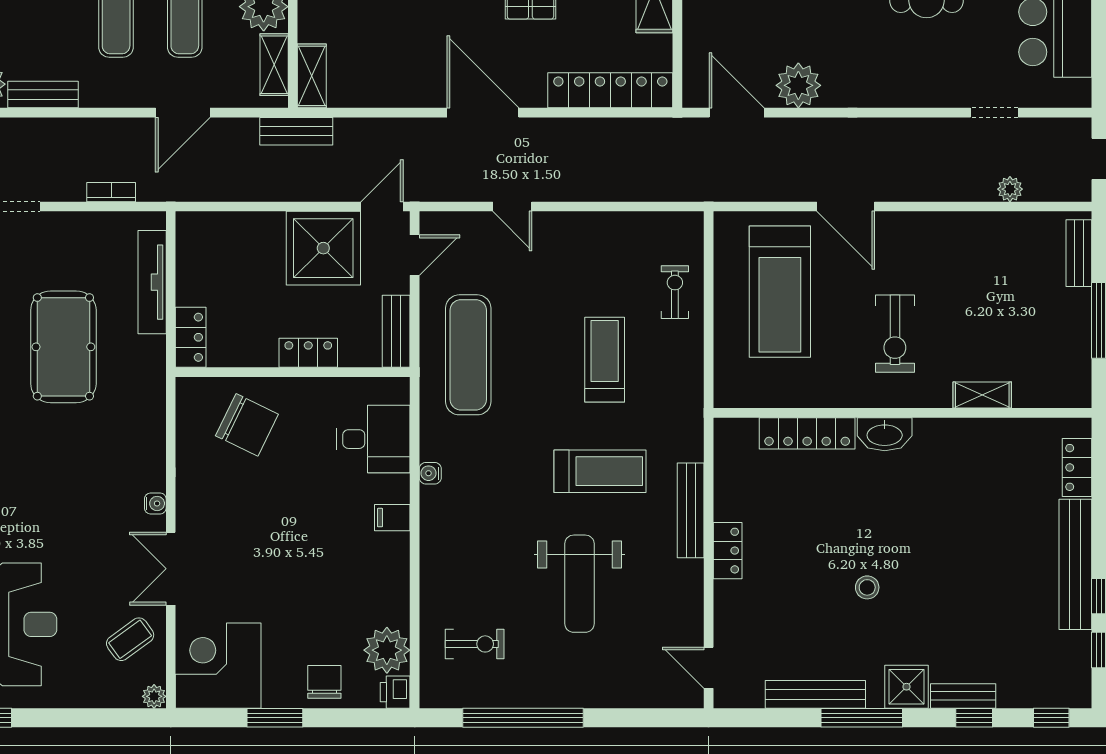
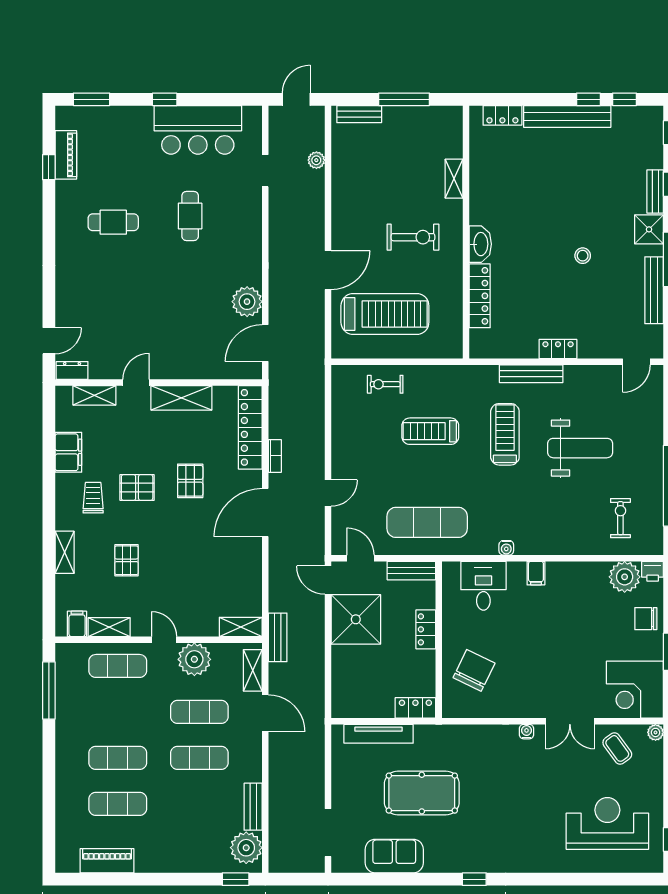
shelving: (274, 65) -> (253, 670), moved, turned 90
bookcase: (111, 192) -> (275, 456), moved, turned 180

